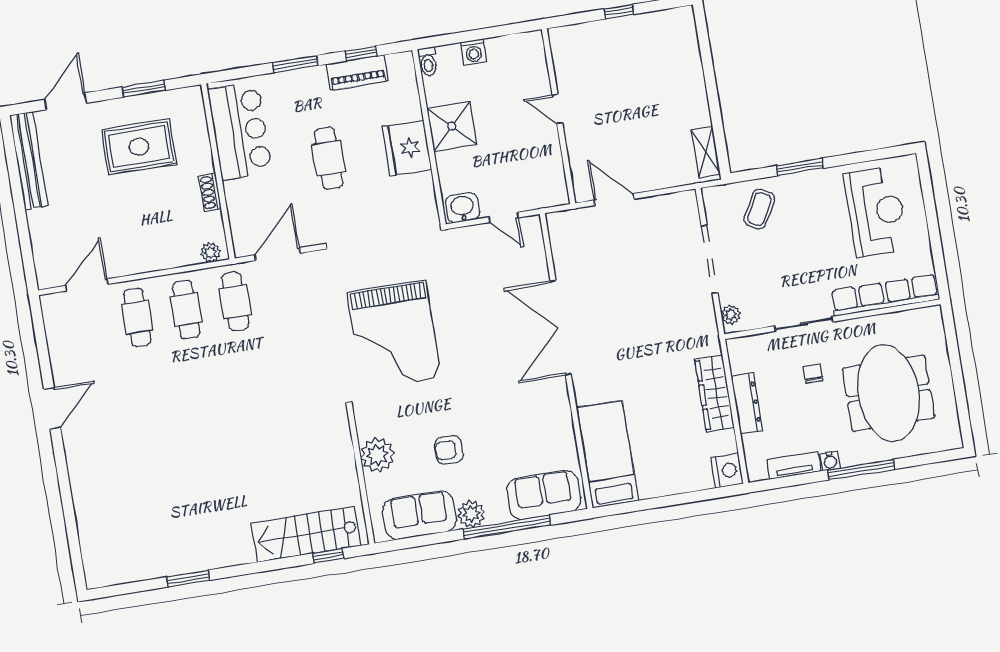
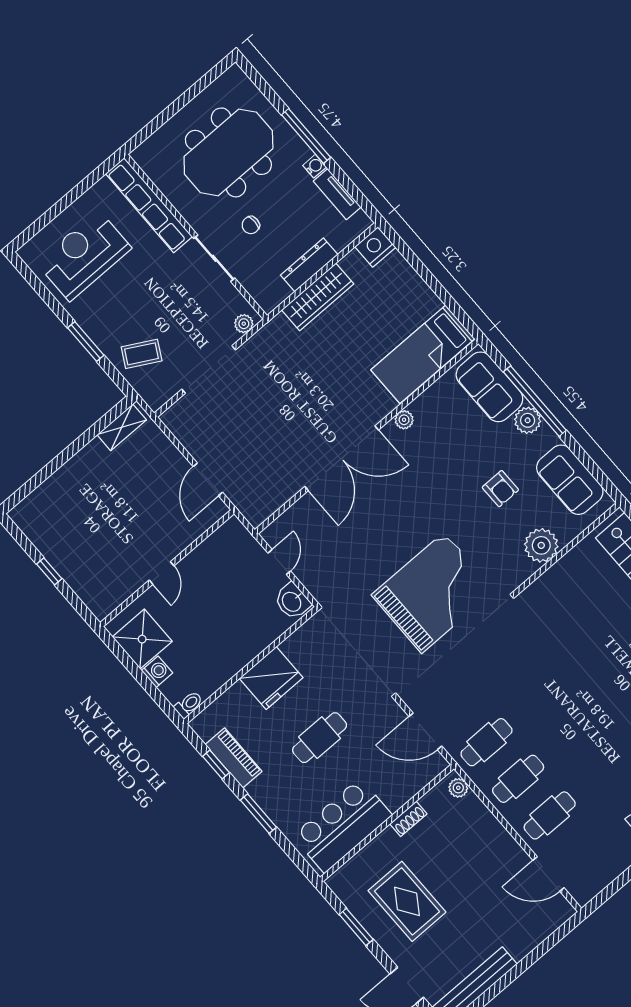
shower: (452, 126) -> (142, 639), moved
plant: (561, 403) -> (404, 420), added
plant: (471, 514) -> (528, 420), moved

